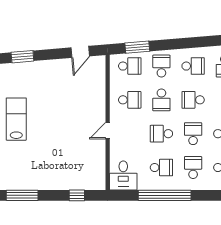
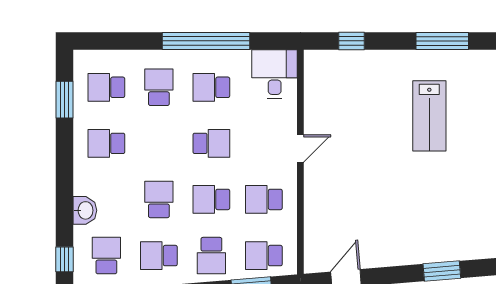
school desk: (161, 100) -> (211, 199), turned -90
school desk: (193, 100) -> (159, 199), turned -90
lab bench: (16, 119) -> (429, 116), moved
school desk: (193, 134) -> (159, 143), removed
school desk: (193, 168) -> (159, 87), turned 180

